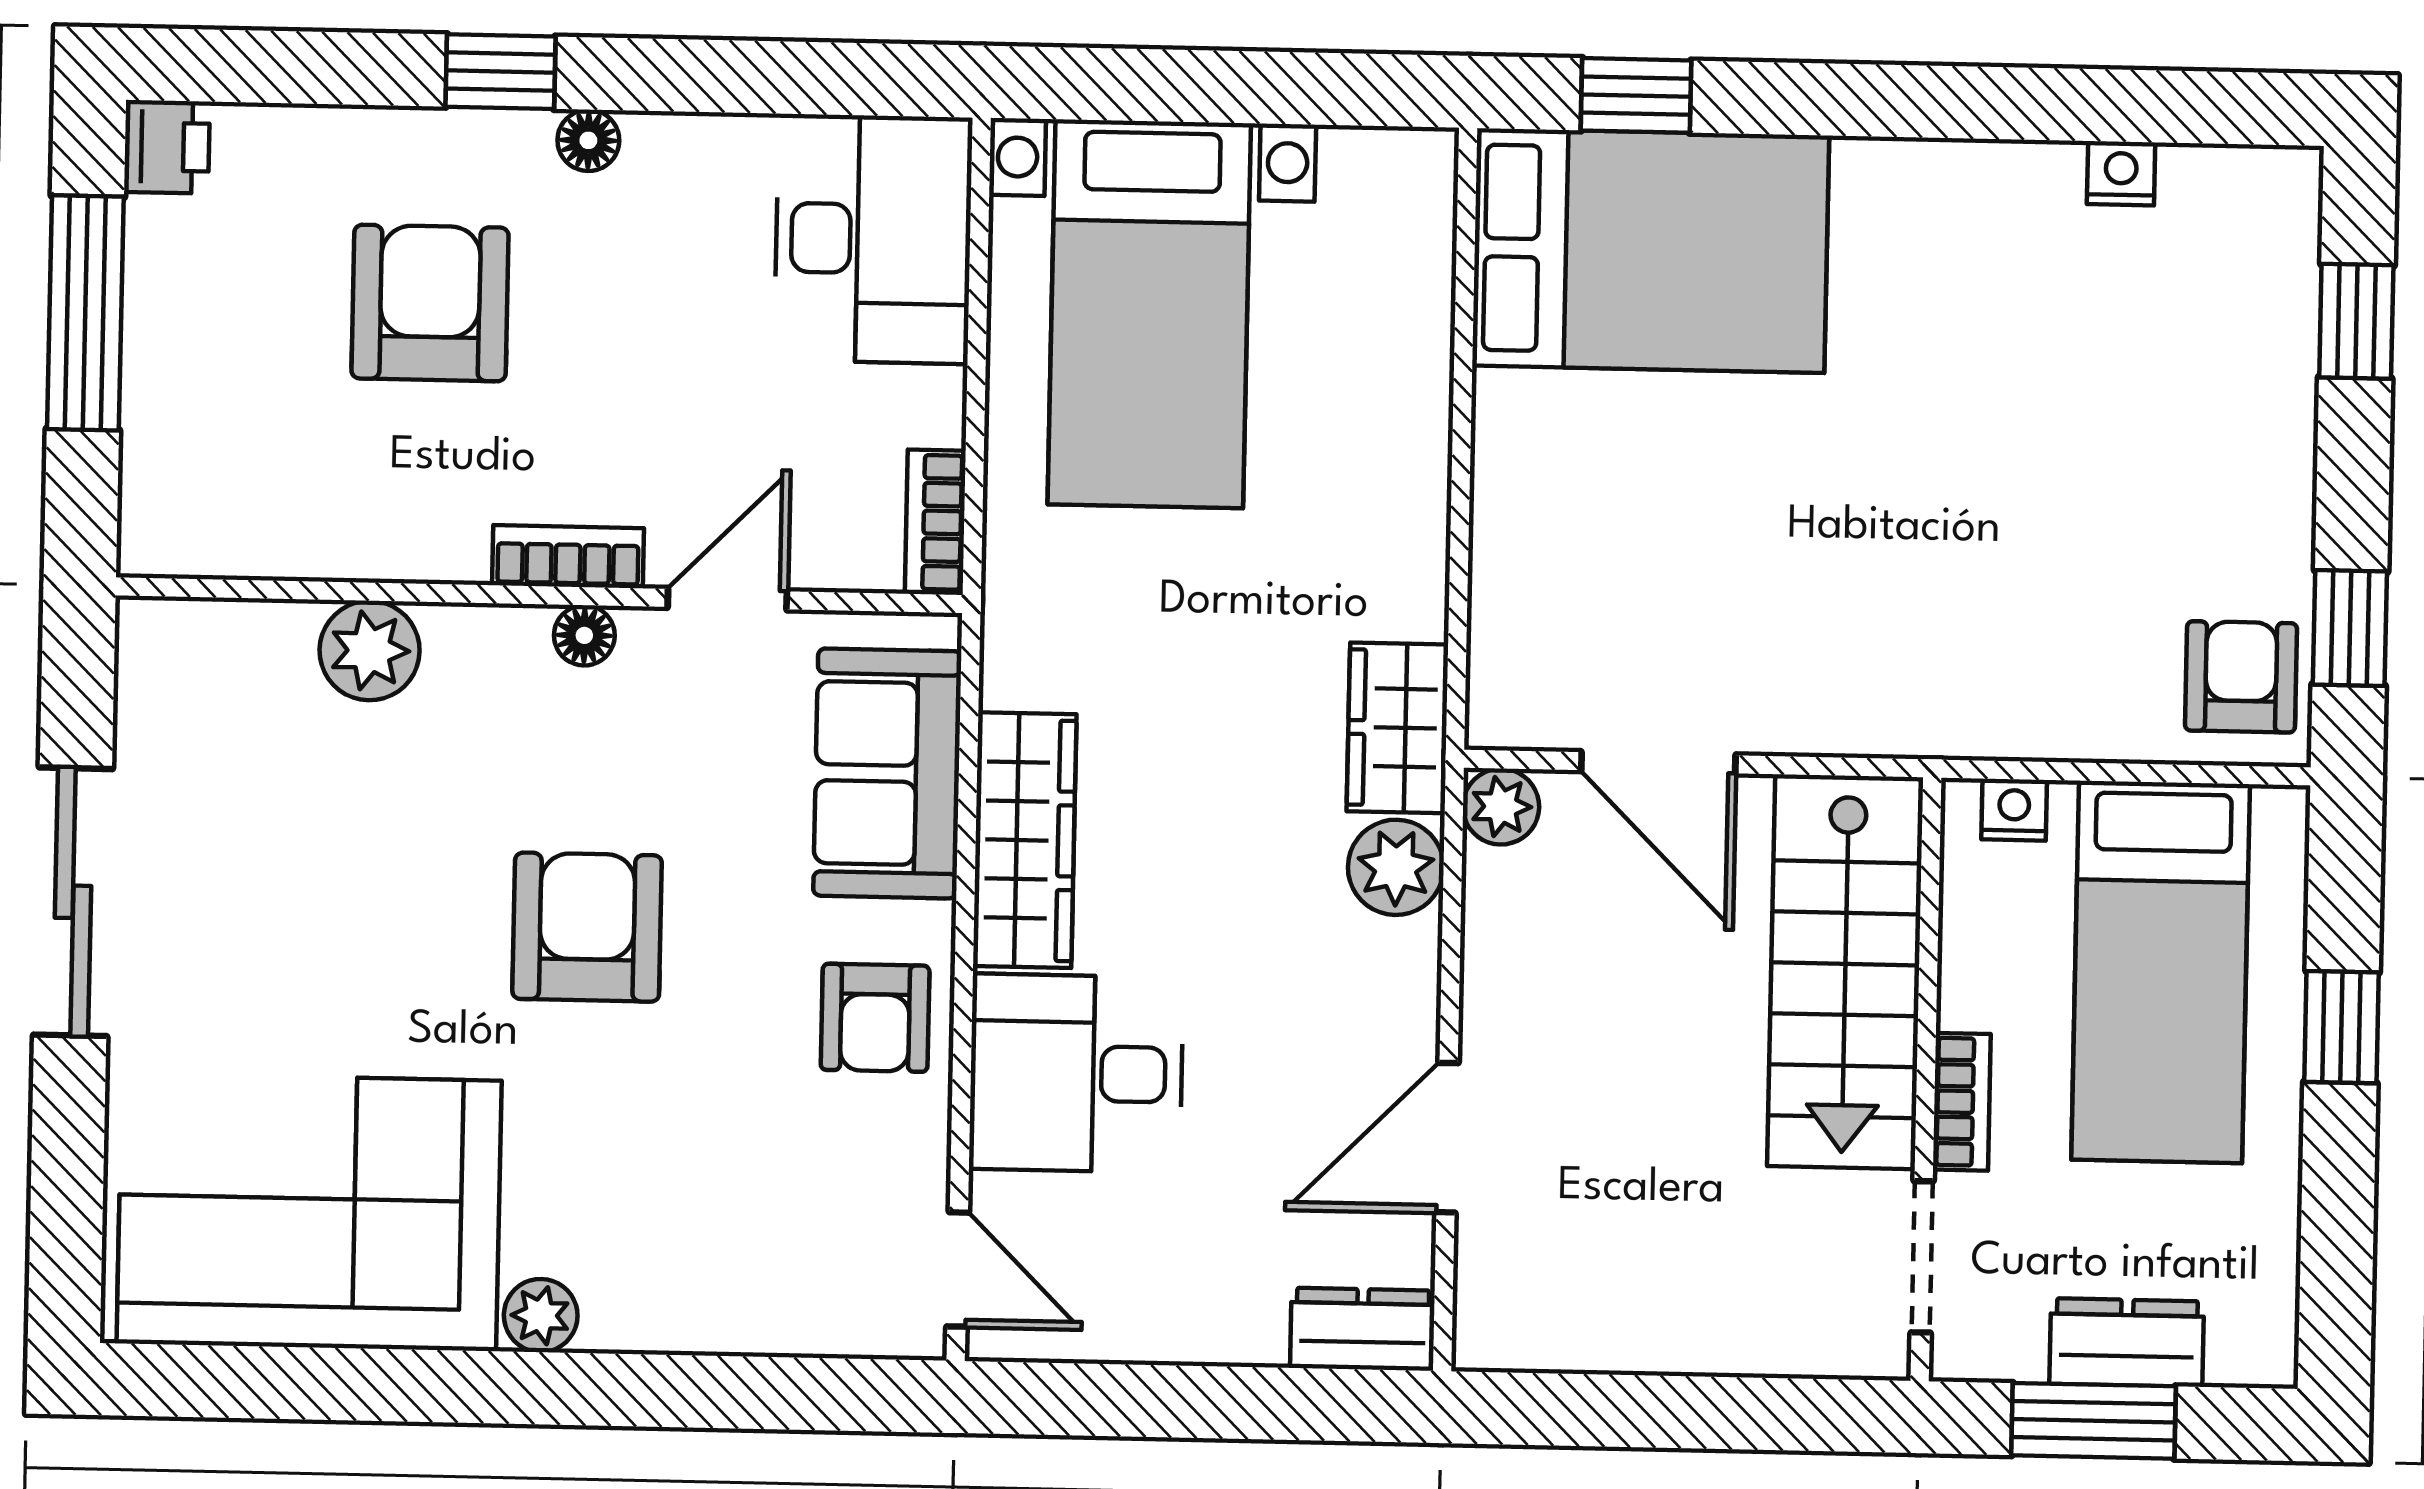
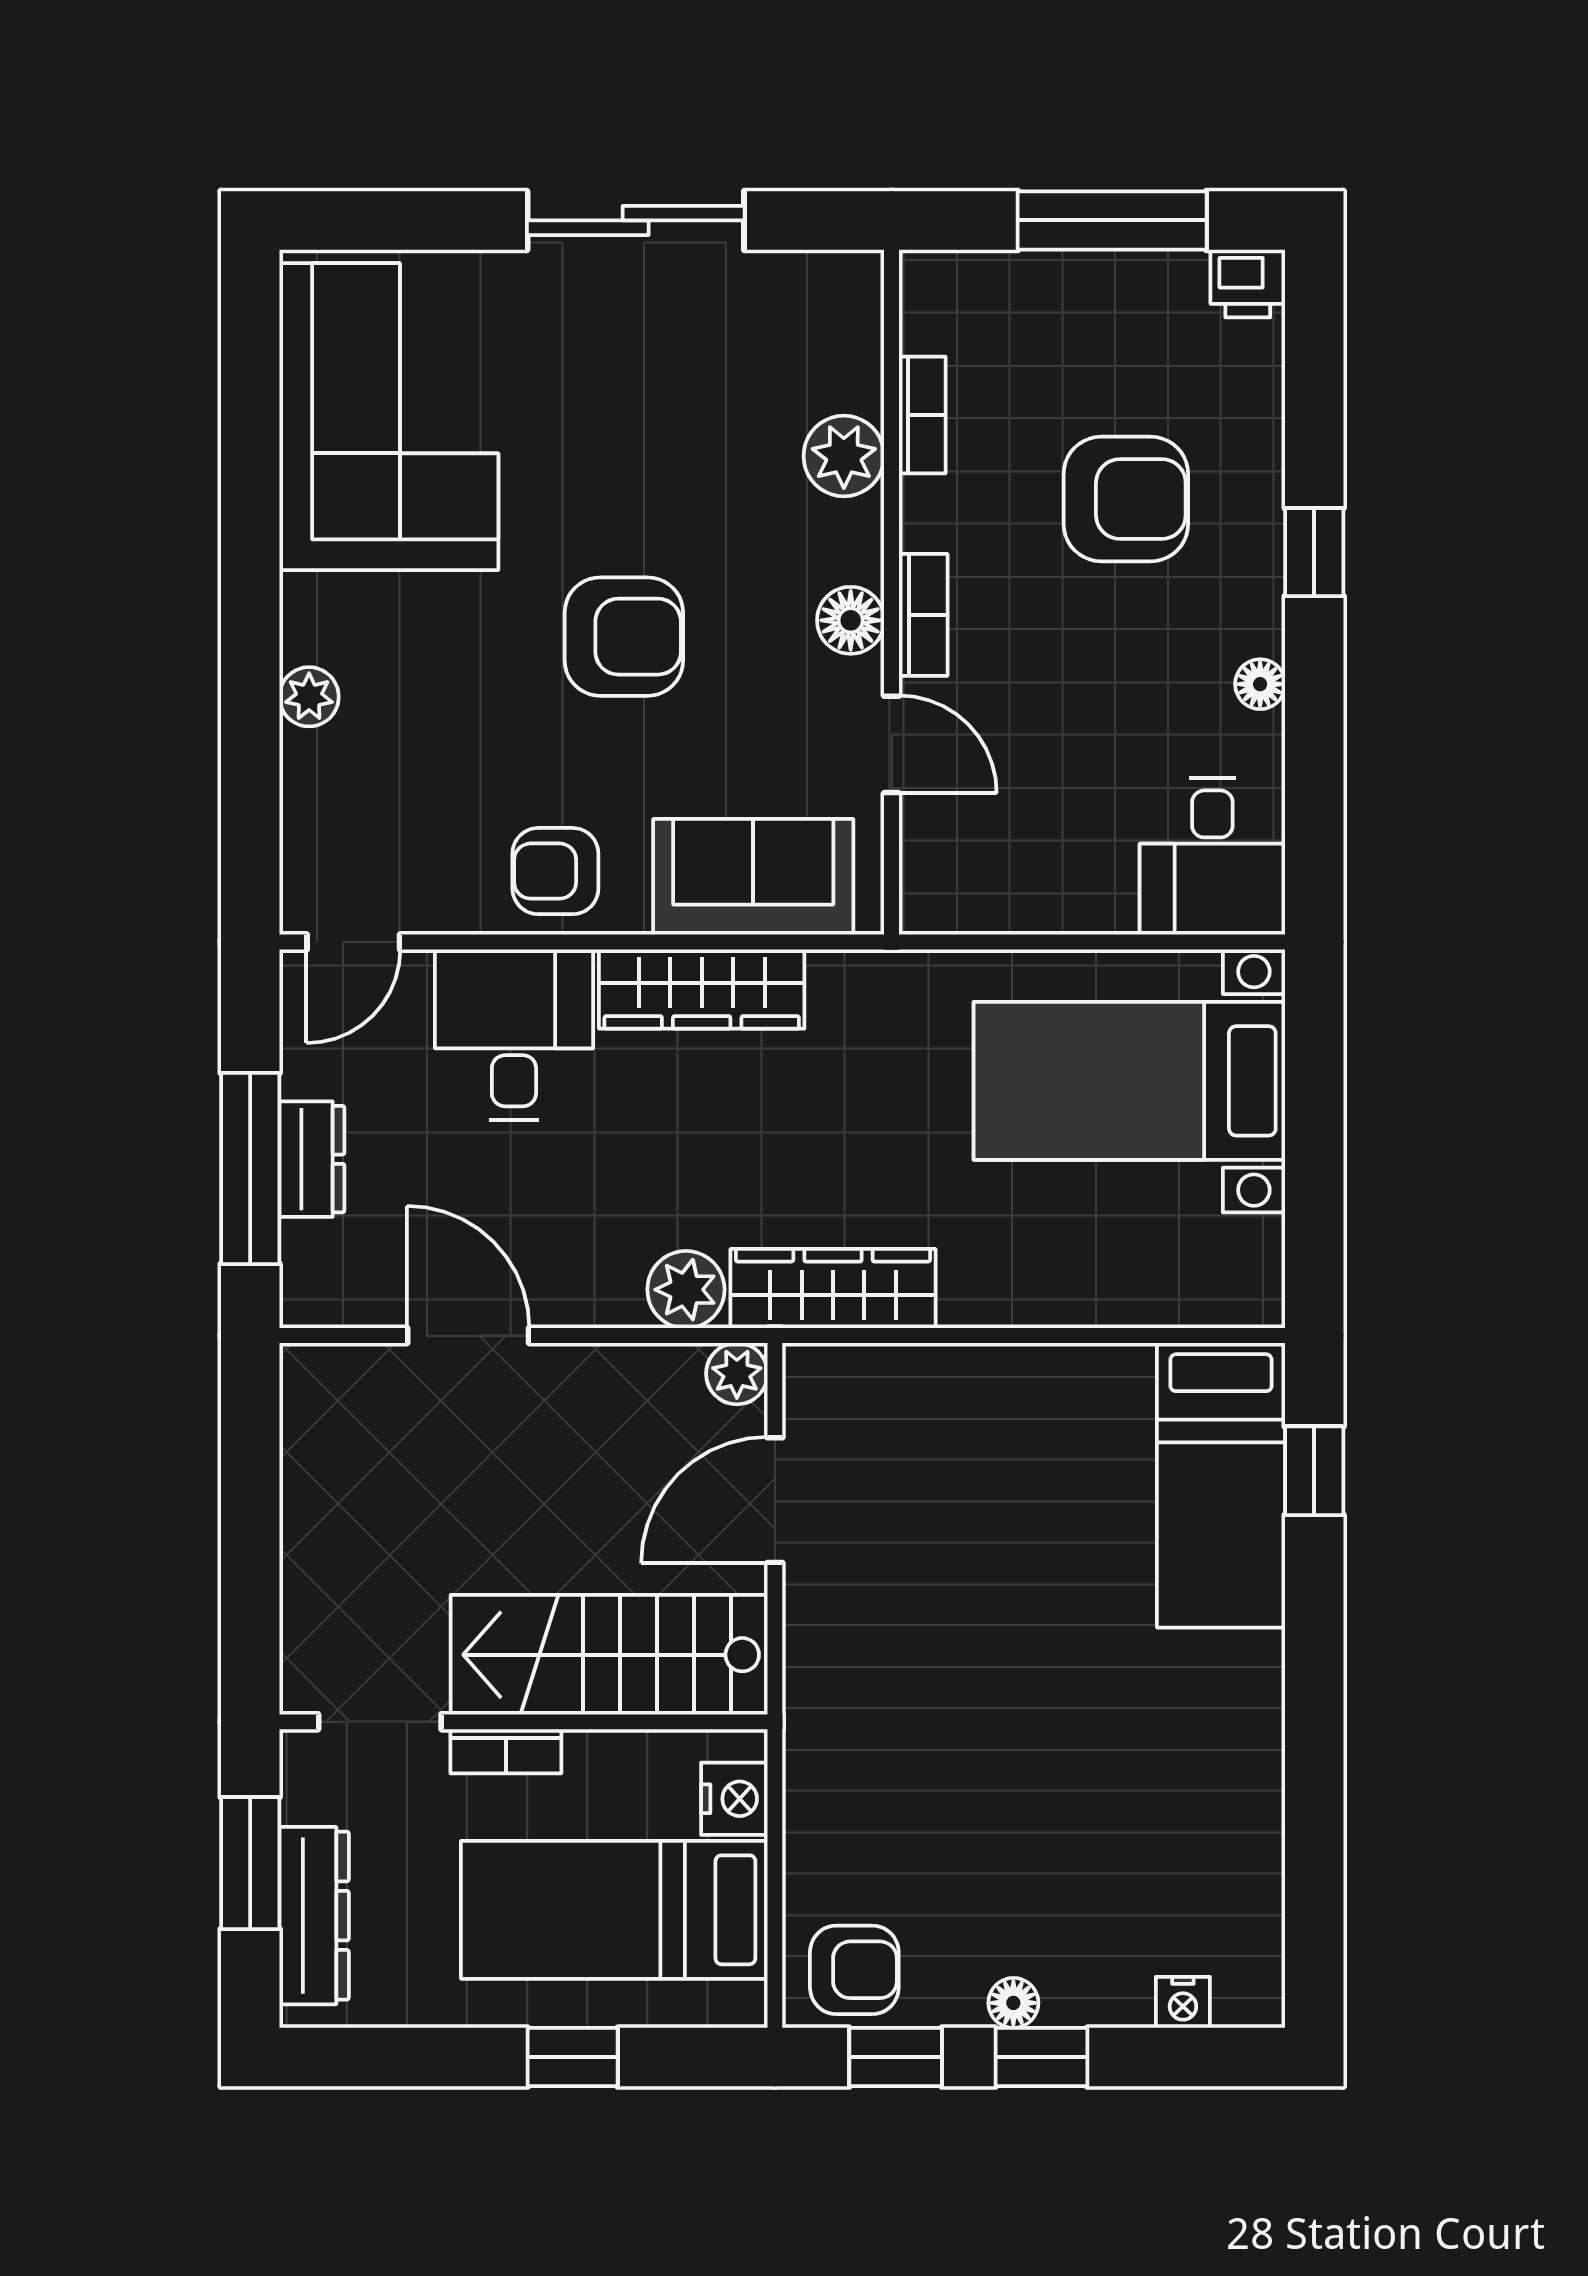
floor lamp: (588, 140) -> (1260, 684), moved
nightstand: (2121, 173) -> (1183, 2002), moved, turned 90
desk: (873, 239) -> (1212, 856), width x0.73
bed: (1651, 251) -> (1221, 1485), width x0.67
window: (2356, 321) -> (1041, 2057), moved
floor lamp: (2286, 481) -> (1013, 2003), added
bookcase: (935, 522) -> (922, 415), moved, turned 90
floor lamp: (584, 635) -> (851, 620), width x1.37, depth x1.37
wardrobe: (1398, 728) -> (833, 1289), width x1.50
nightstand: (2014, 810) -> (734, 1799), width x1.39, depth x1.35
plant: (541, 1316) -> (309, 697), moved
dresser: (1362, 1329) -> (312, 1159), moved
dresser: (2127, 1343) -> (314, 1916), width x1.44
window: (1235, 1403) -> (250, 1169), added

